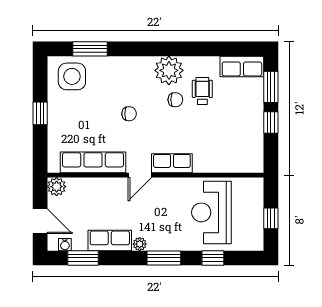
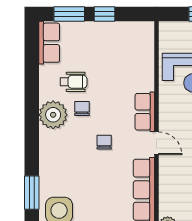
wheelchair: (202, 91) -> (73, 82), turned 180
chair: (129, 114) -> (104, 142), moved

